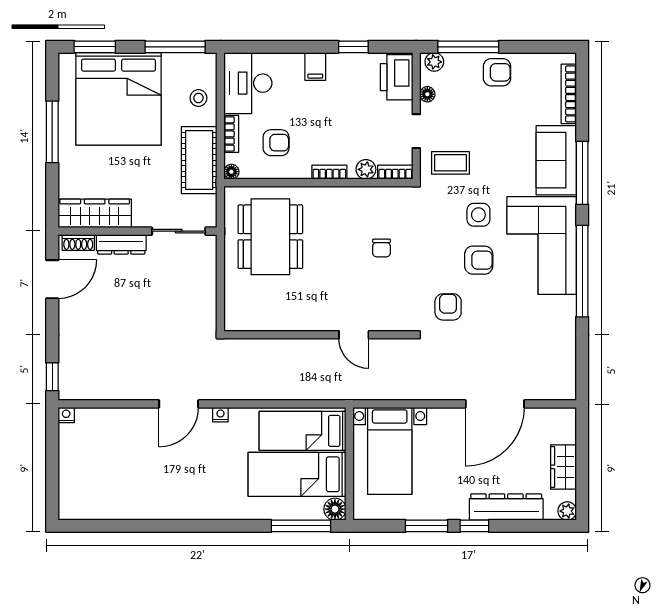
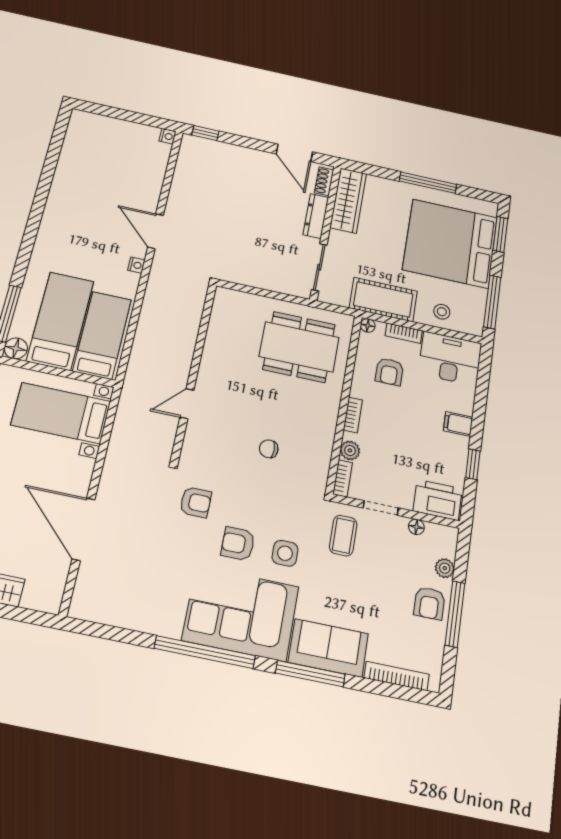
window: (468, 47) -> (455, 614), moved
plant: (434, 62) -> (445, 568), moved
armchair: (479, 260) -> (238, 544), turned 90

